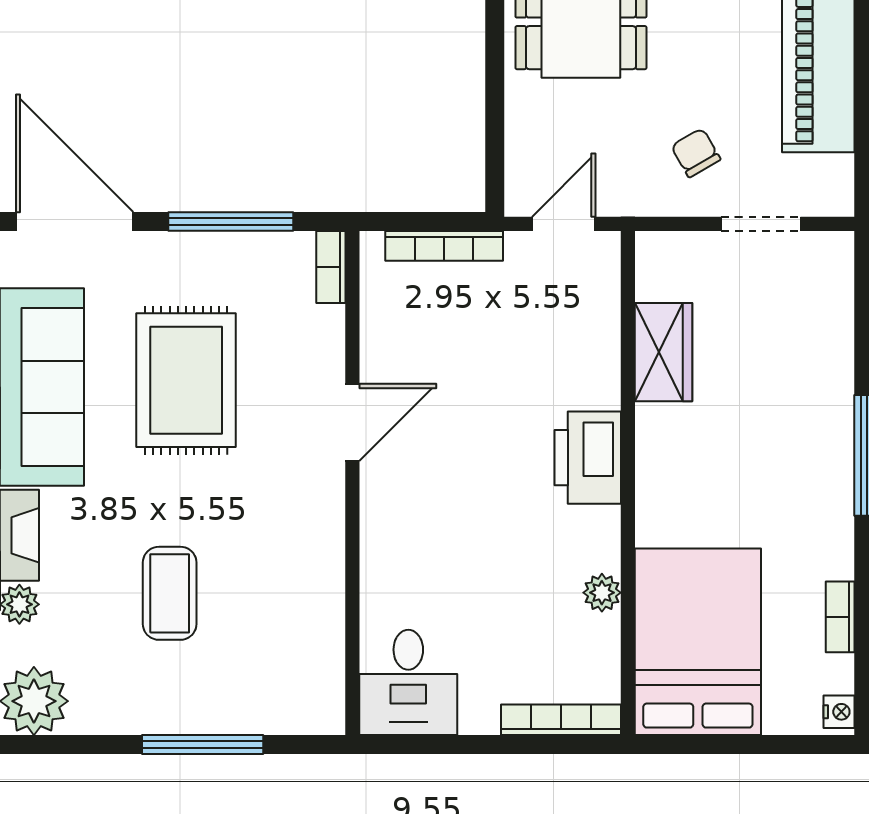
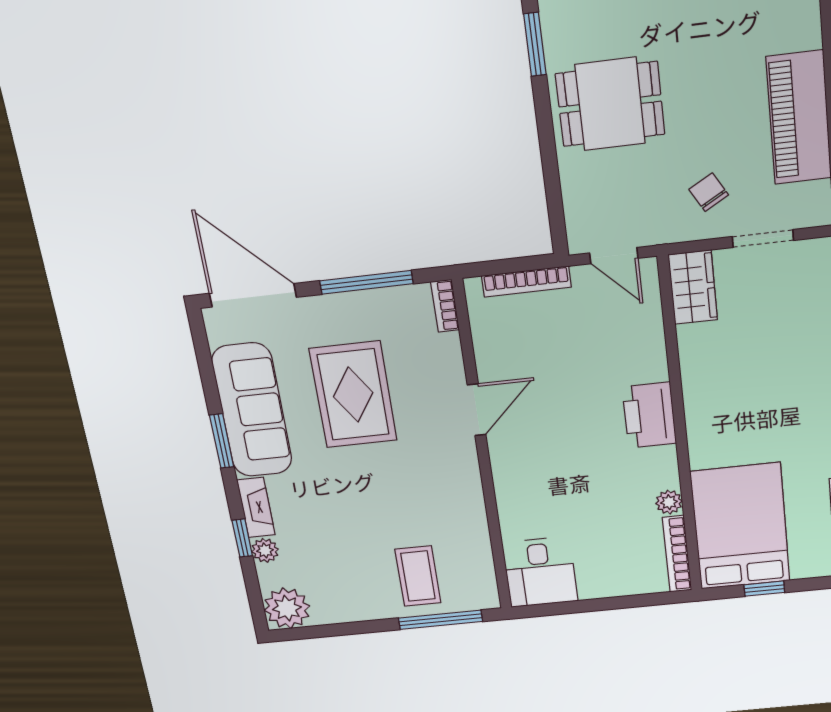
door: (564, 224) -> (614, 256), swing flipped
wardrobe: (663, 352) -> (693, 287), moved
coffee table: (170, 593) -> (418, 576), moved
bookcase: (561, 720) -> (677, 554), moved, turned -90
window: (203, 744) -> (440, 620), moved
window: (724, 744) -> (764, 589), added

